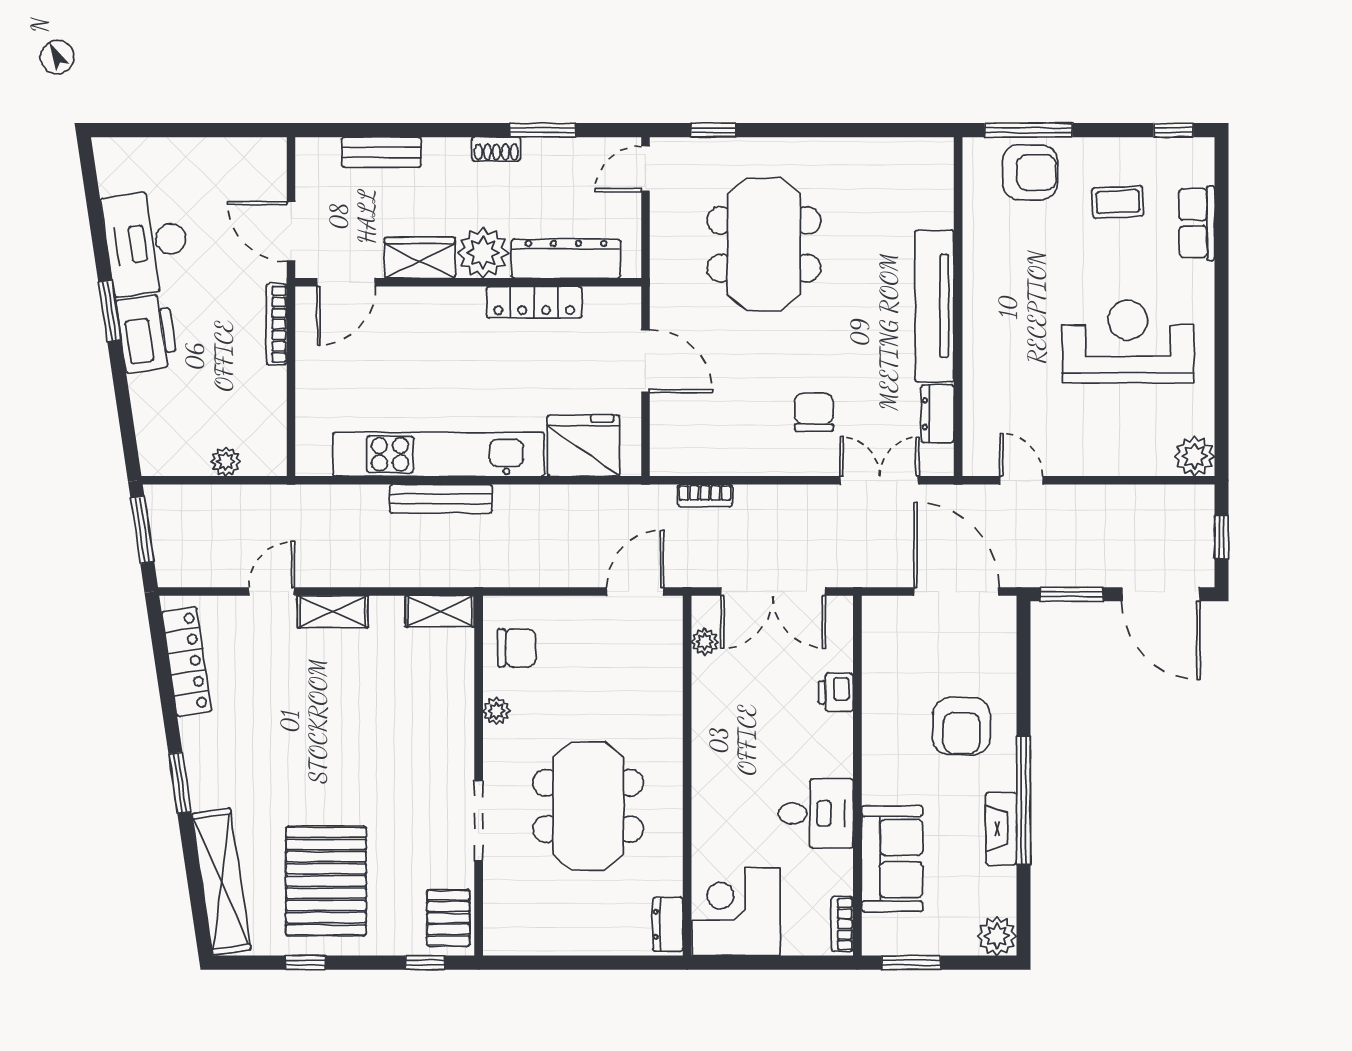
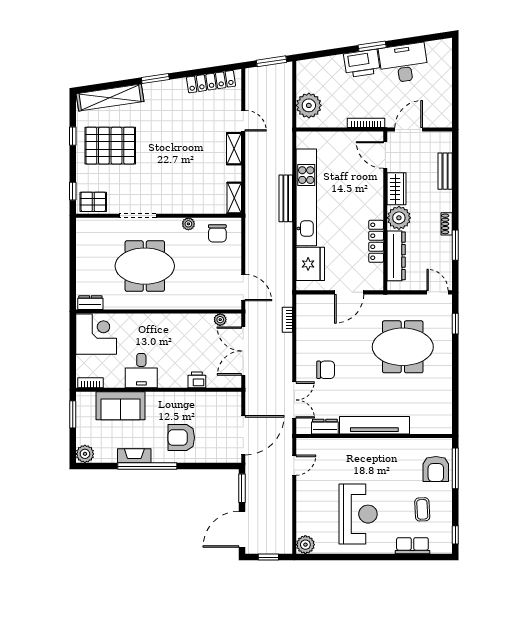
plant: (226, 462) -> (309, 105), width x1.88, depth x1.88

